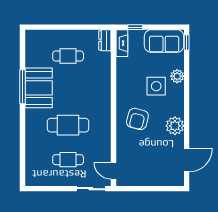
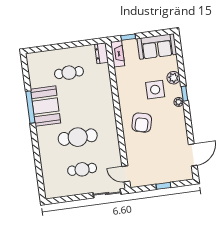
window: (187, 43) -> (185, 94), moved
plant: (175, 126) -> (179, 102), moved, width x0.53, depth x0.53
window: (151, 189) -> (163, 186), added

